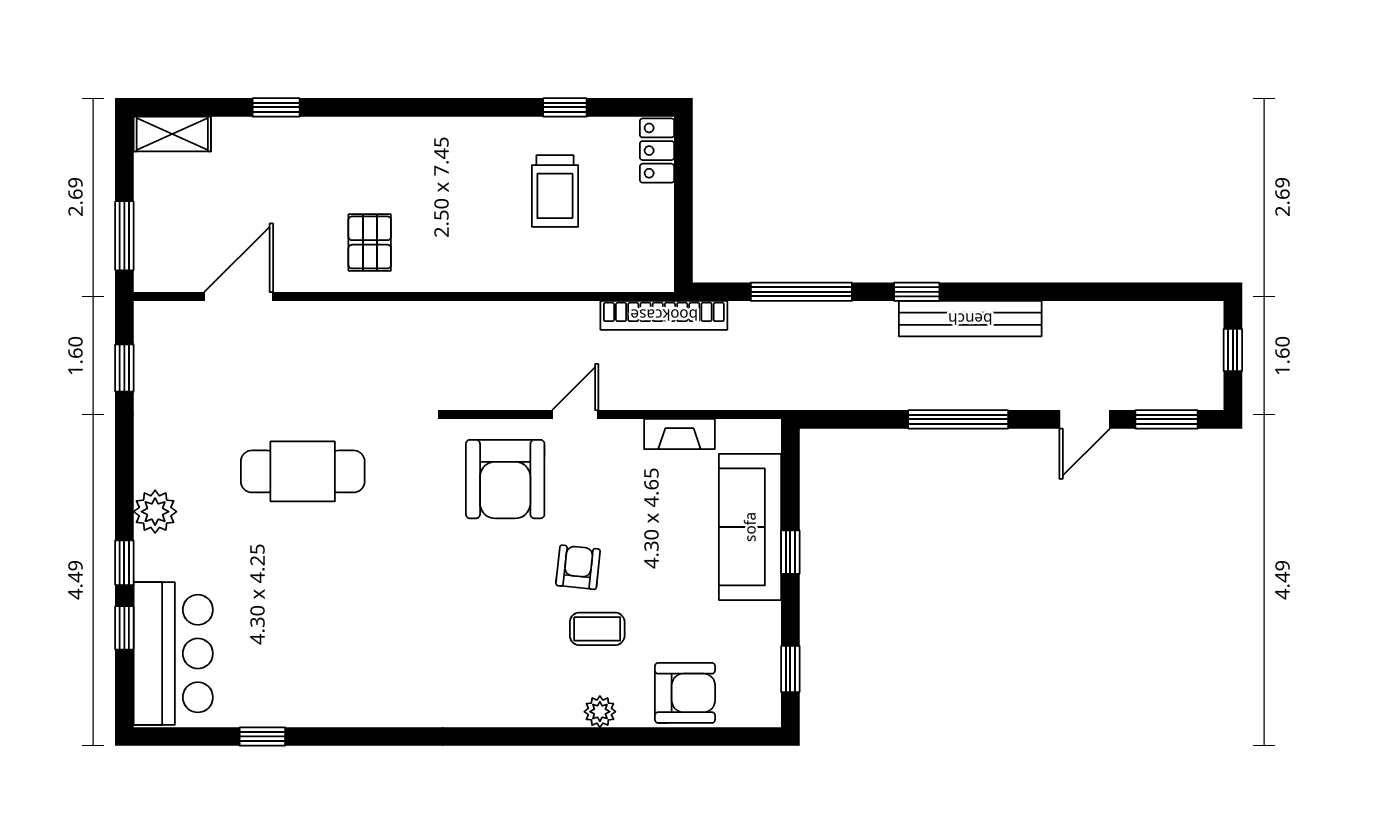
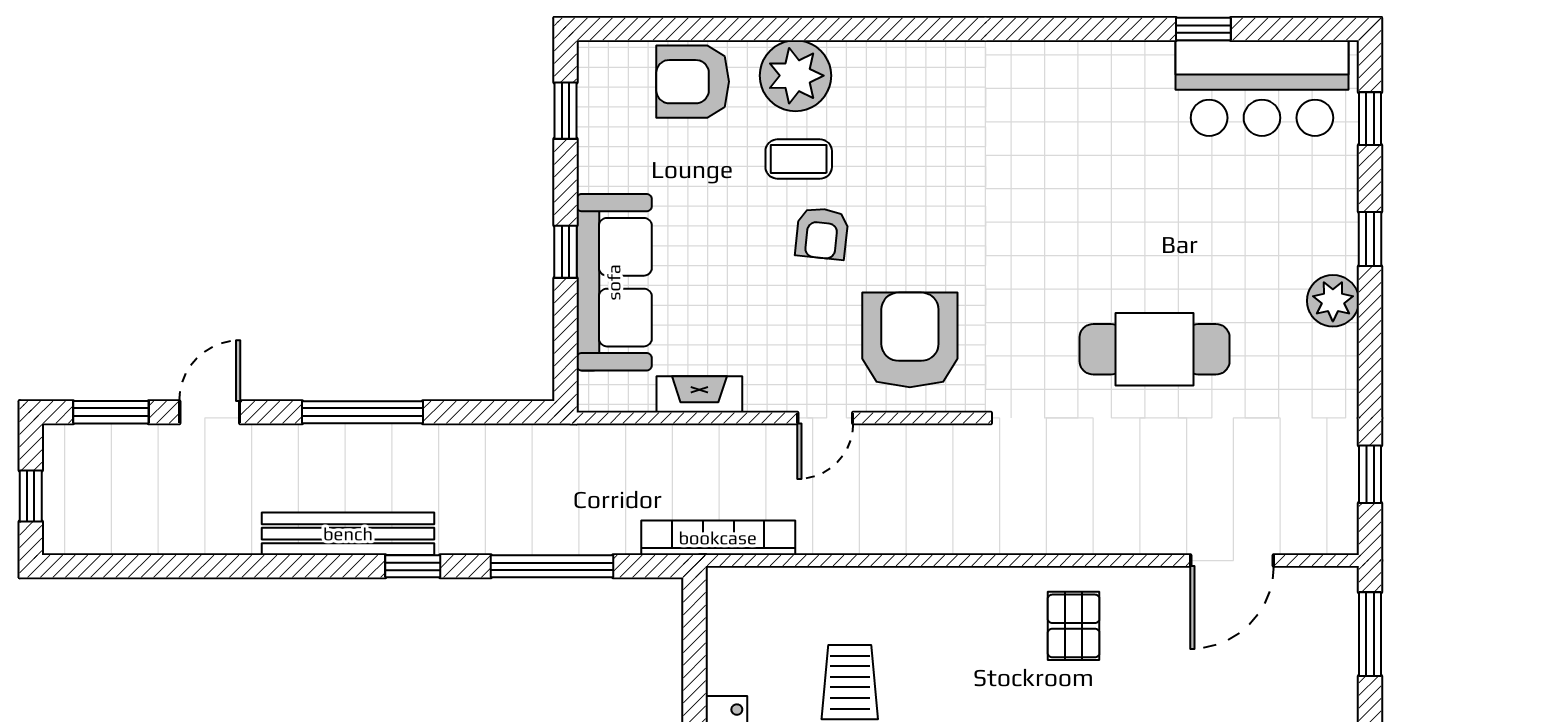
window: (124, 628) -> (1370, 119), moved
bar counter: (173, 654) -> (1262, 88), moved, turned -90
plant: (600, 712) -> (795, 76), width x1.88, depth x1.88

